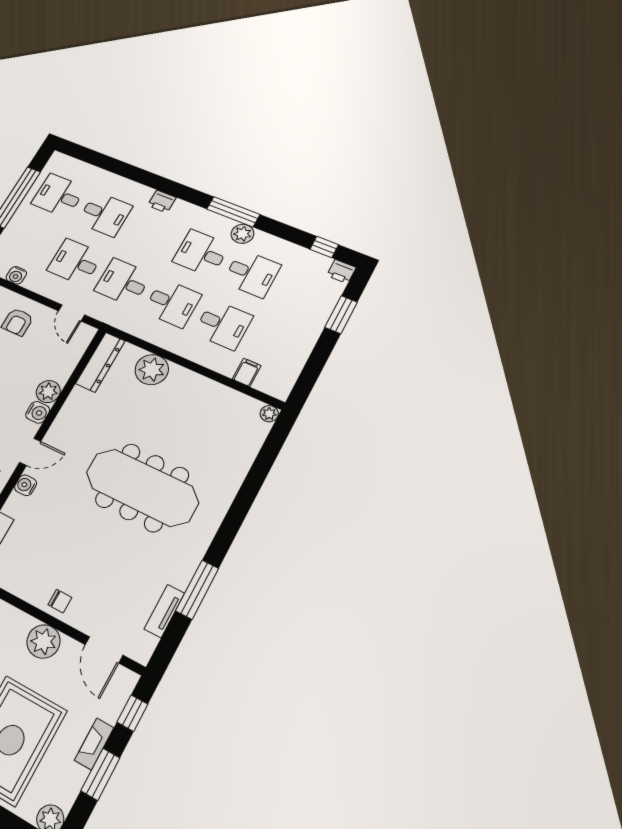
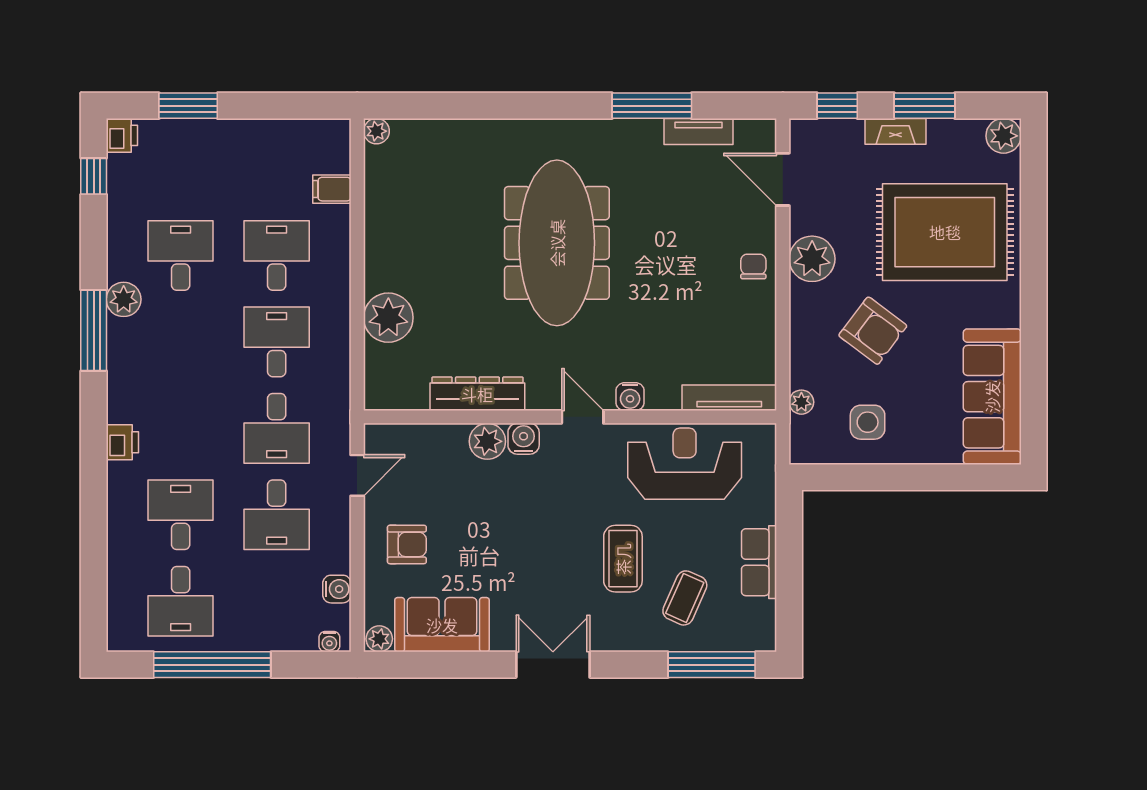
desk: (201, 253) -> (181, 342), removed
dresser: (100, 362) -> (477, 394), moved
door: (104, 650) -> (783, 179), swing flipped

